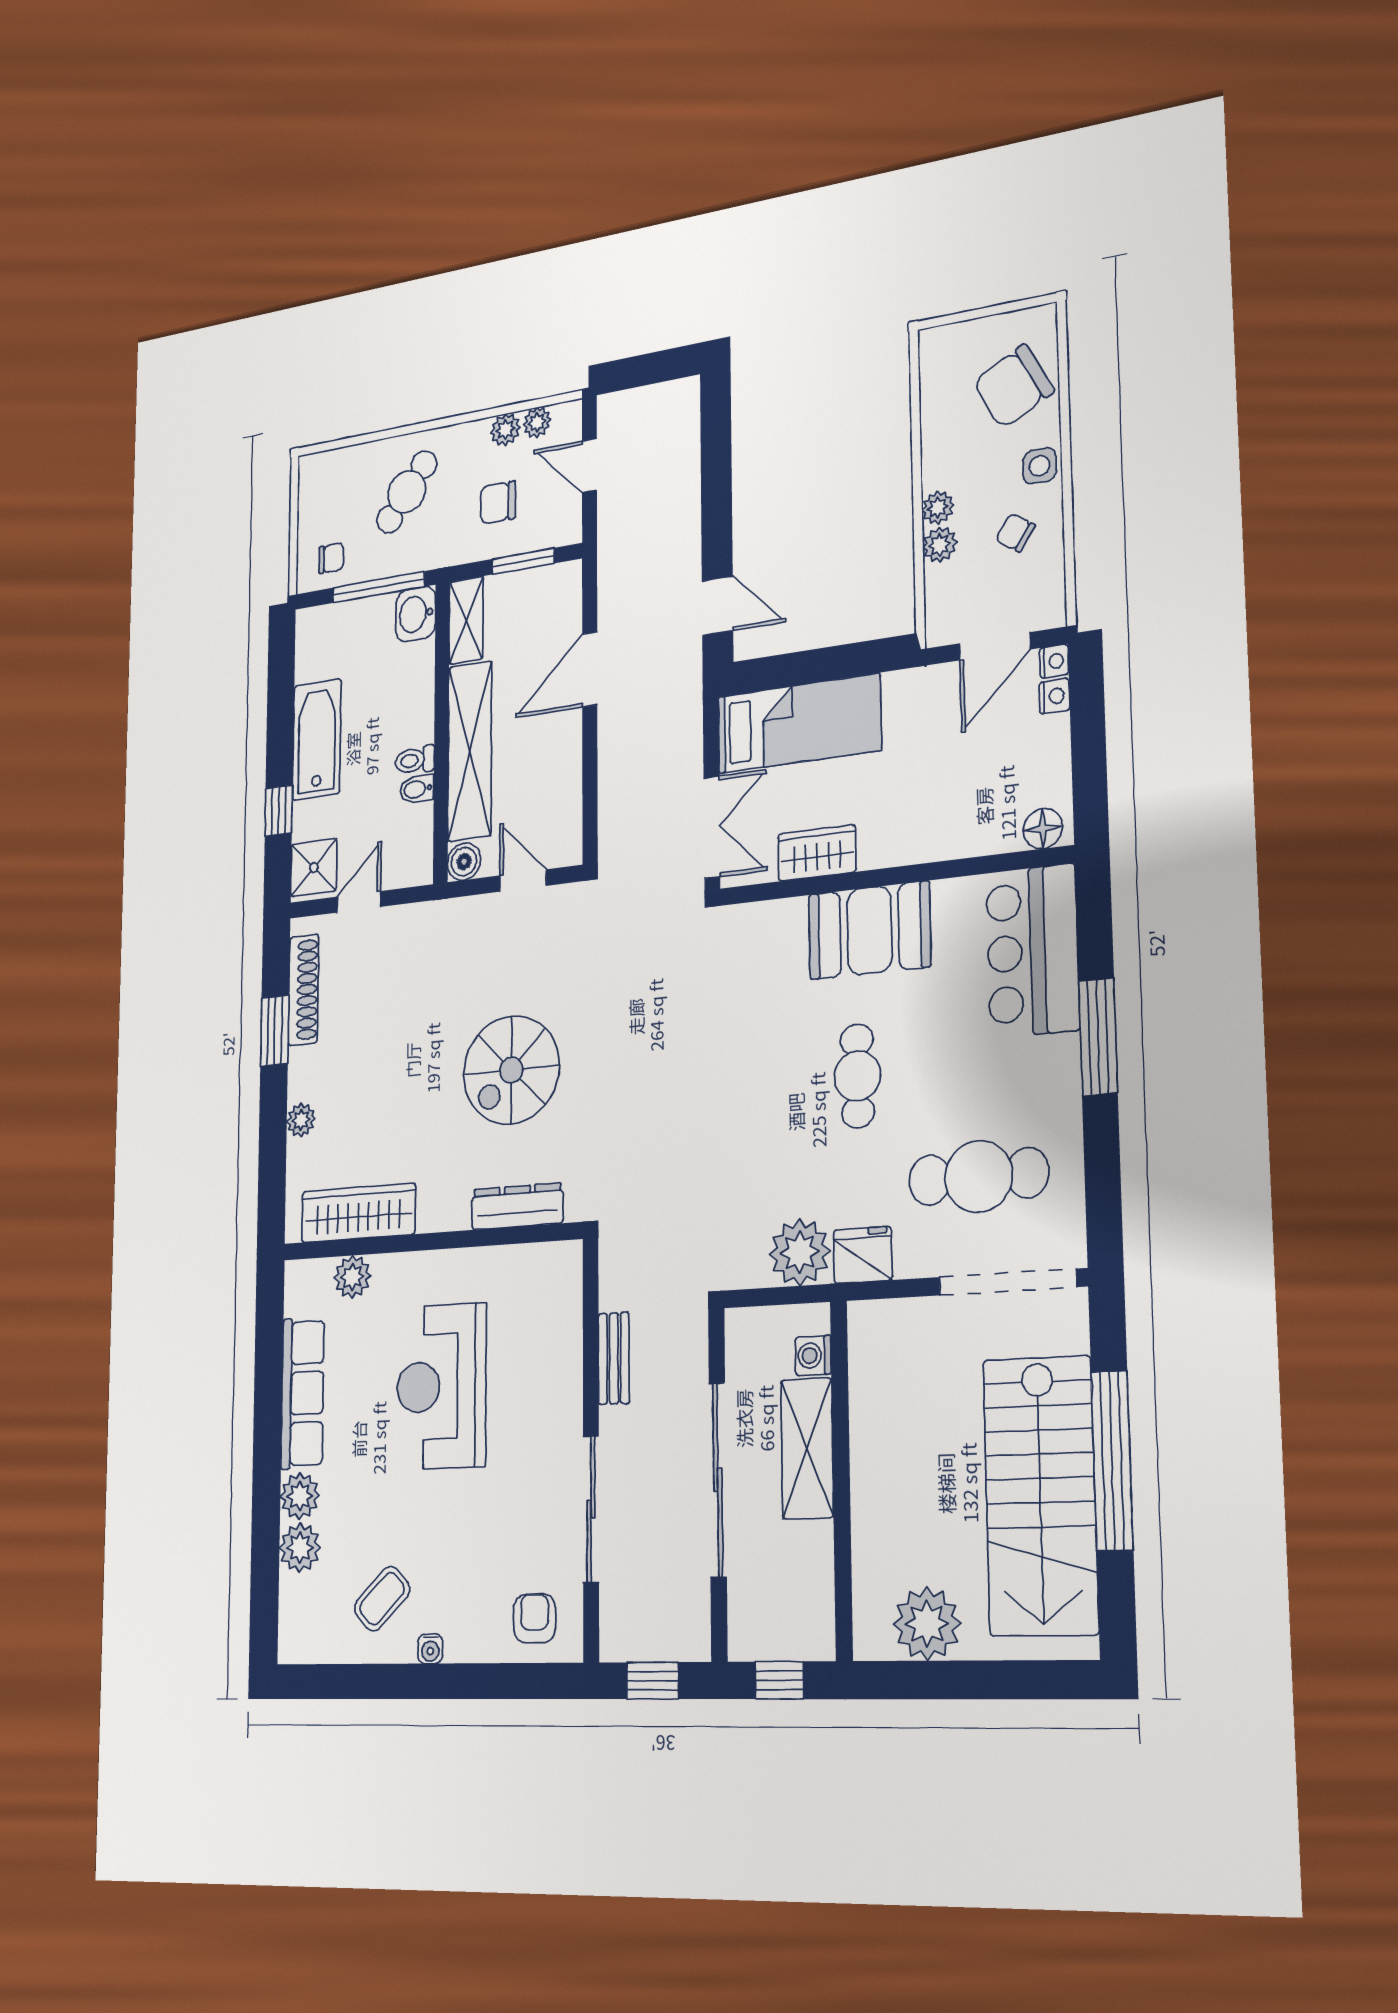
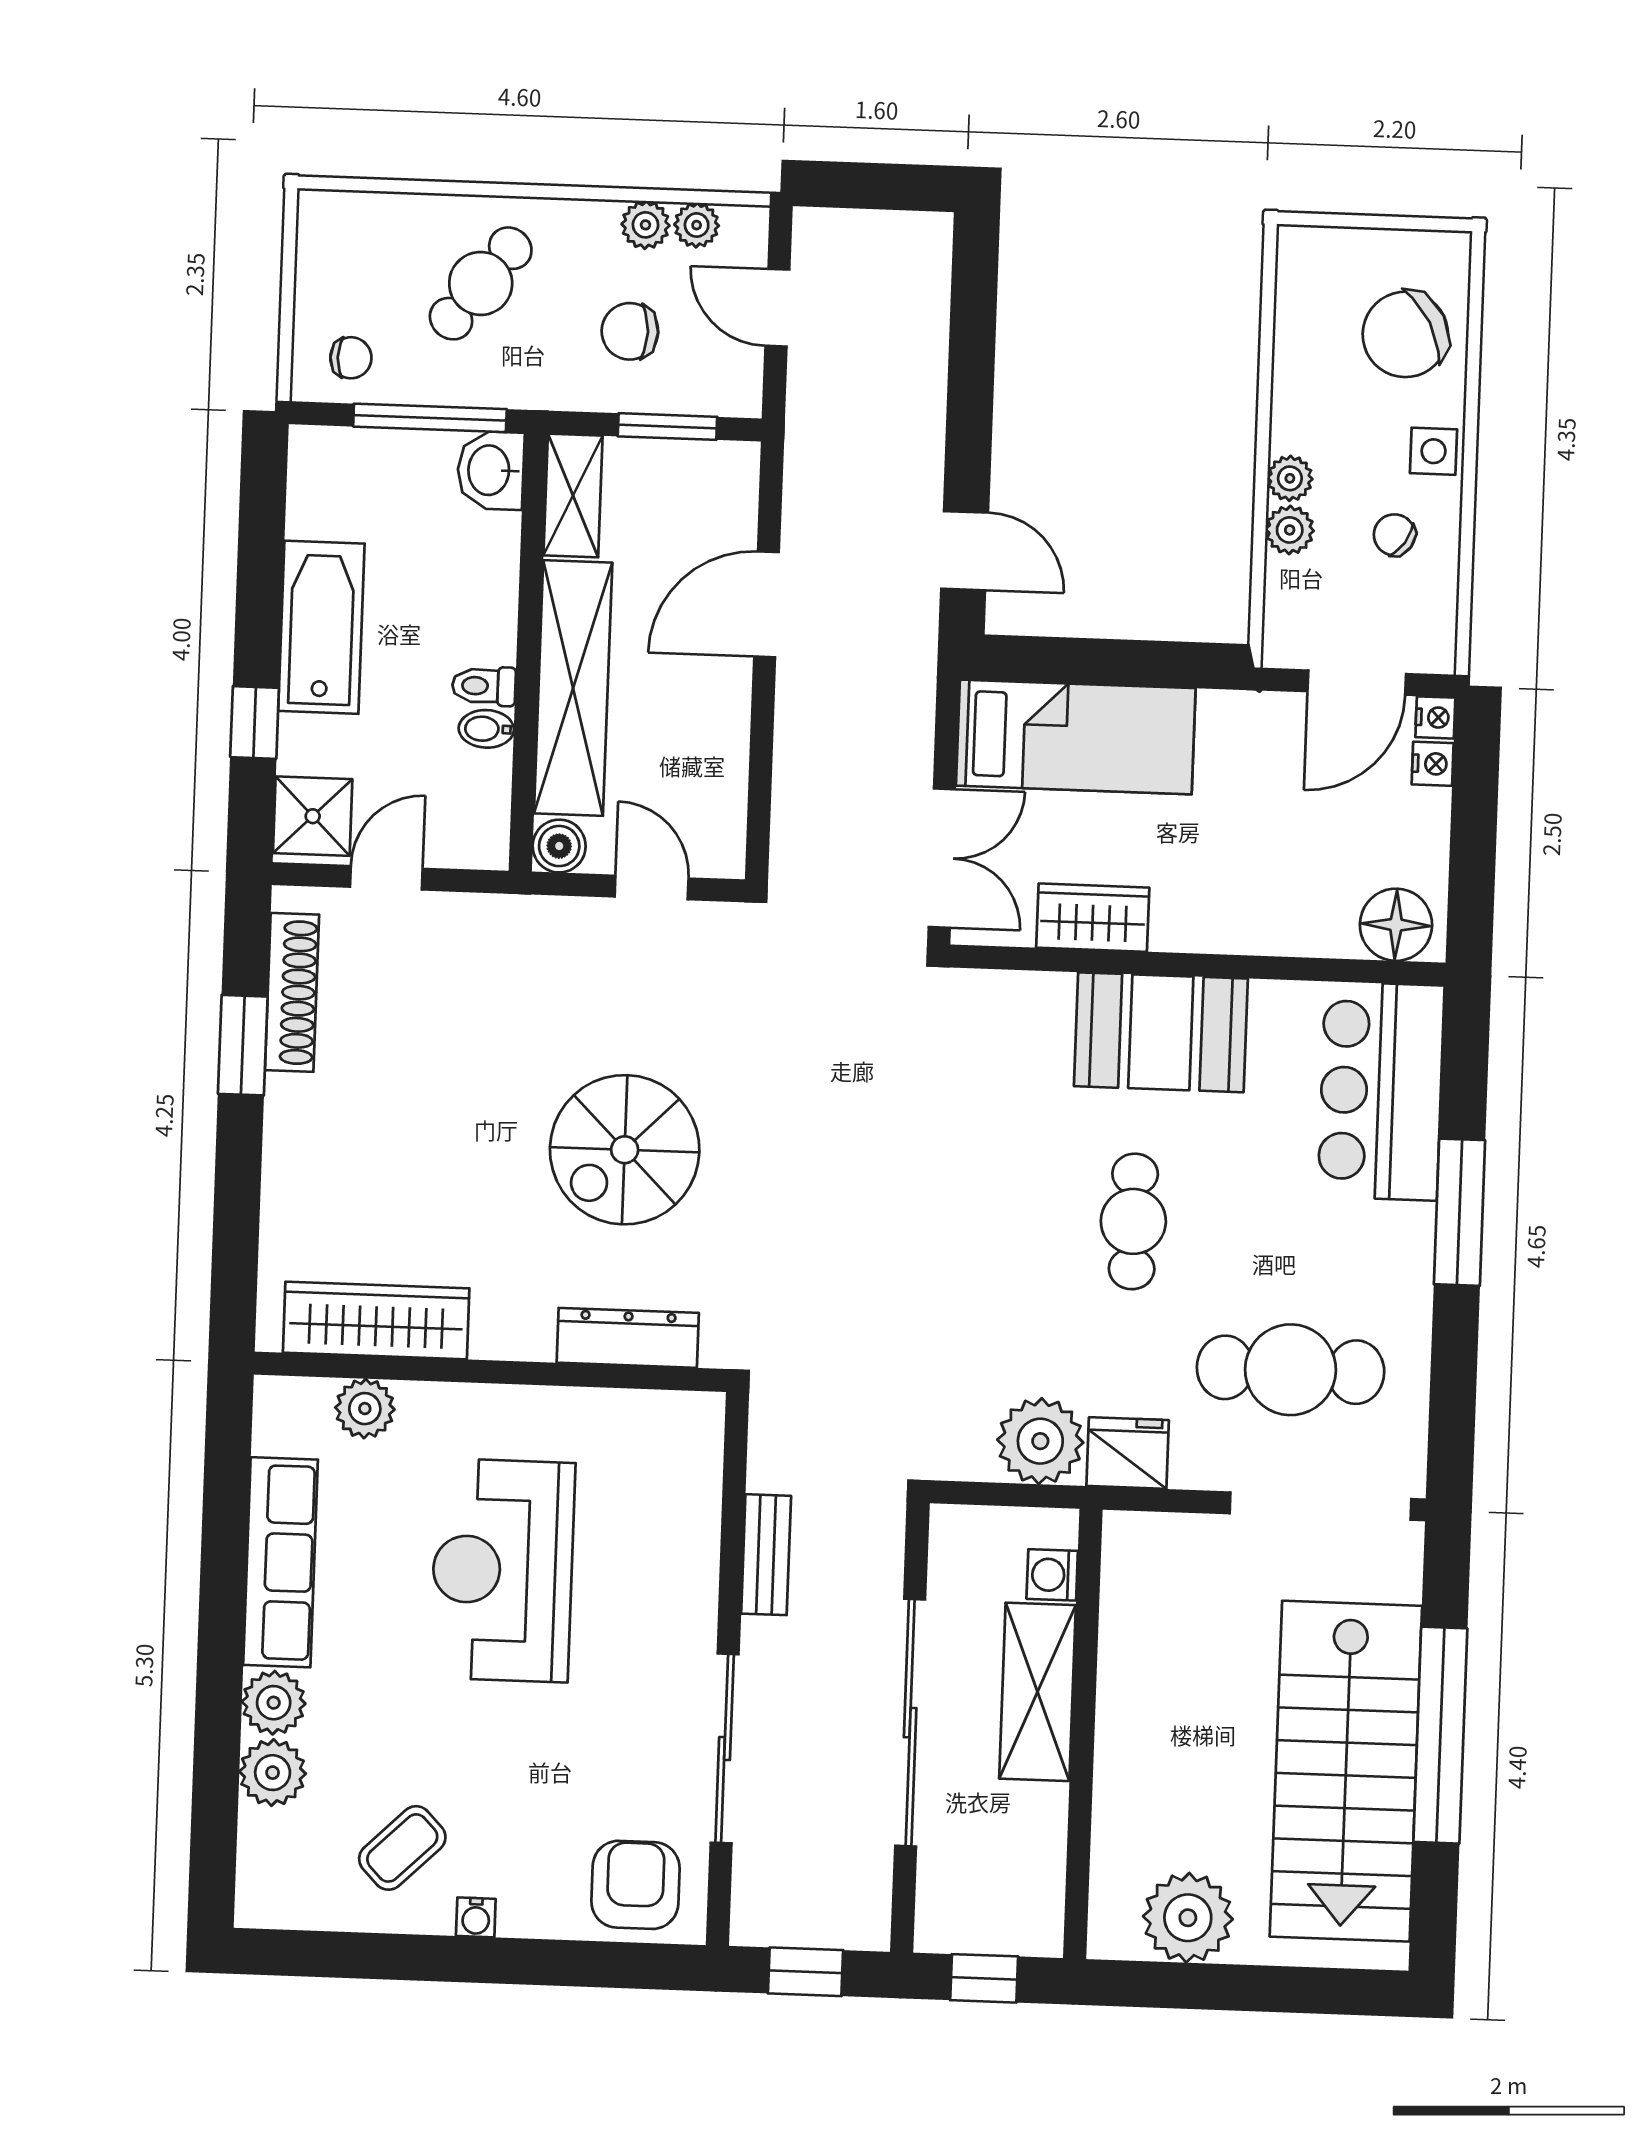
floor lamp: (1043, 829) -> (1396, 925), width x1.38, depth x1.38
plant: (301, 1120) -> (285, 1179), removed
armchair: (535, 1618) -> (635, 1885), width x1.38, depth x1.38

